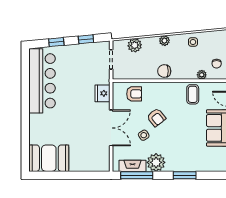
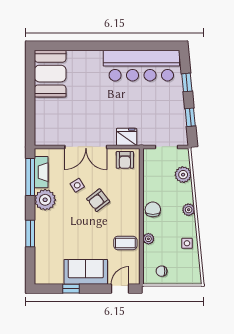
plant: (202, 75) -> (148, 239), moved
armchair: (134, 94) -> (125, 160), moved

